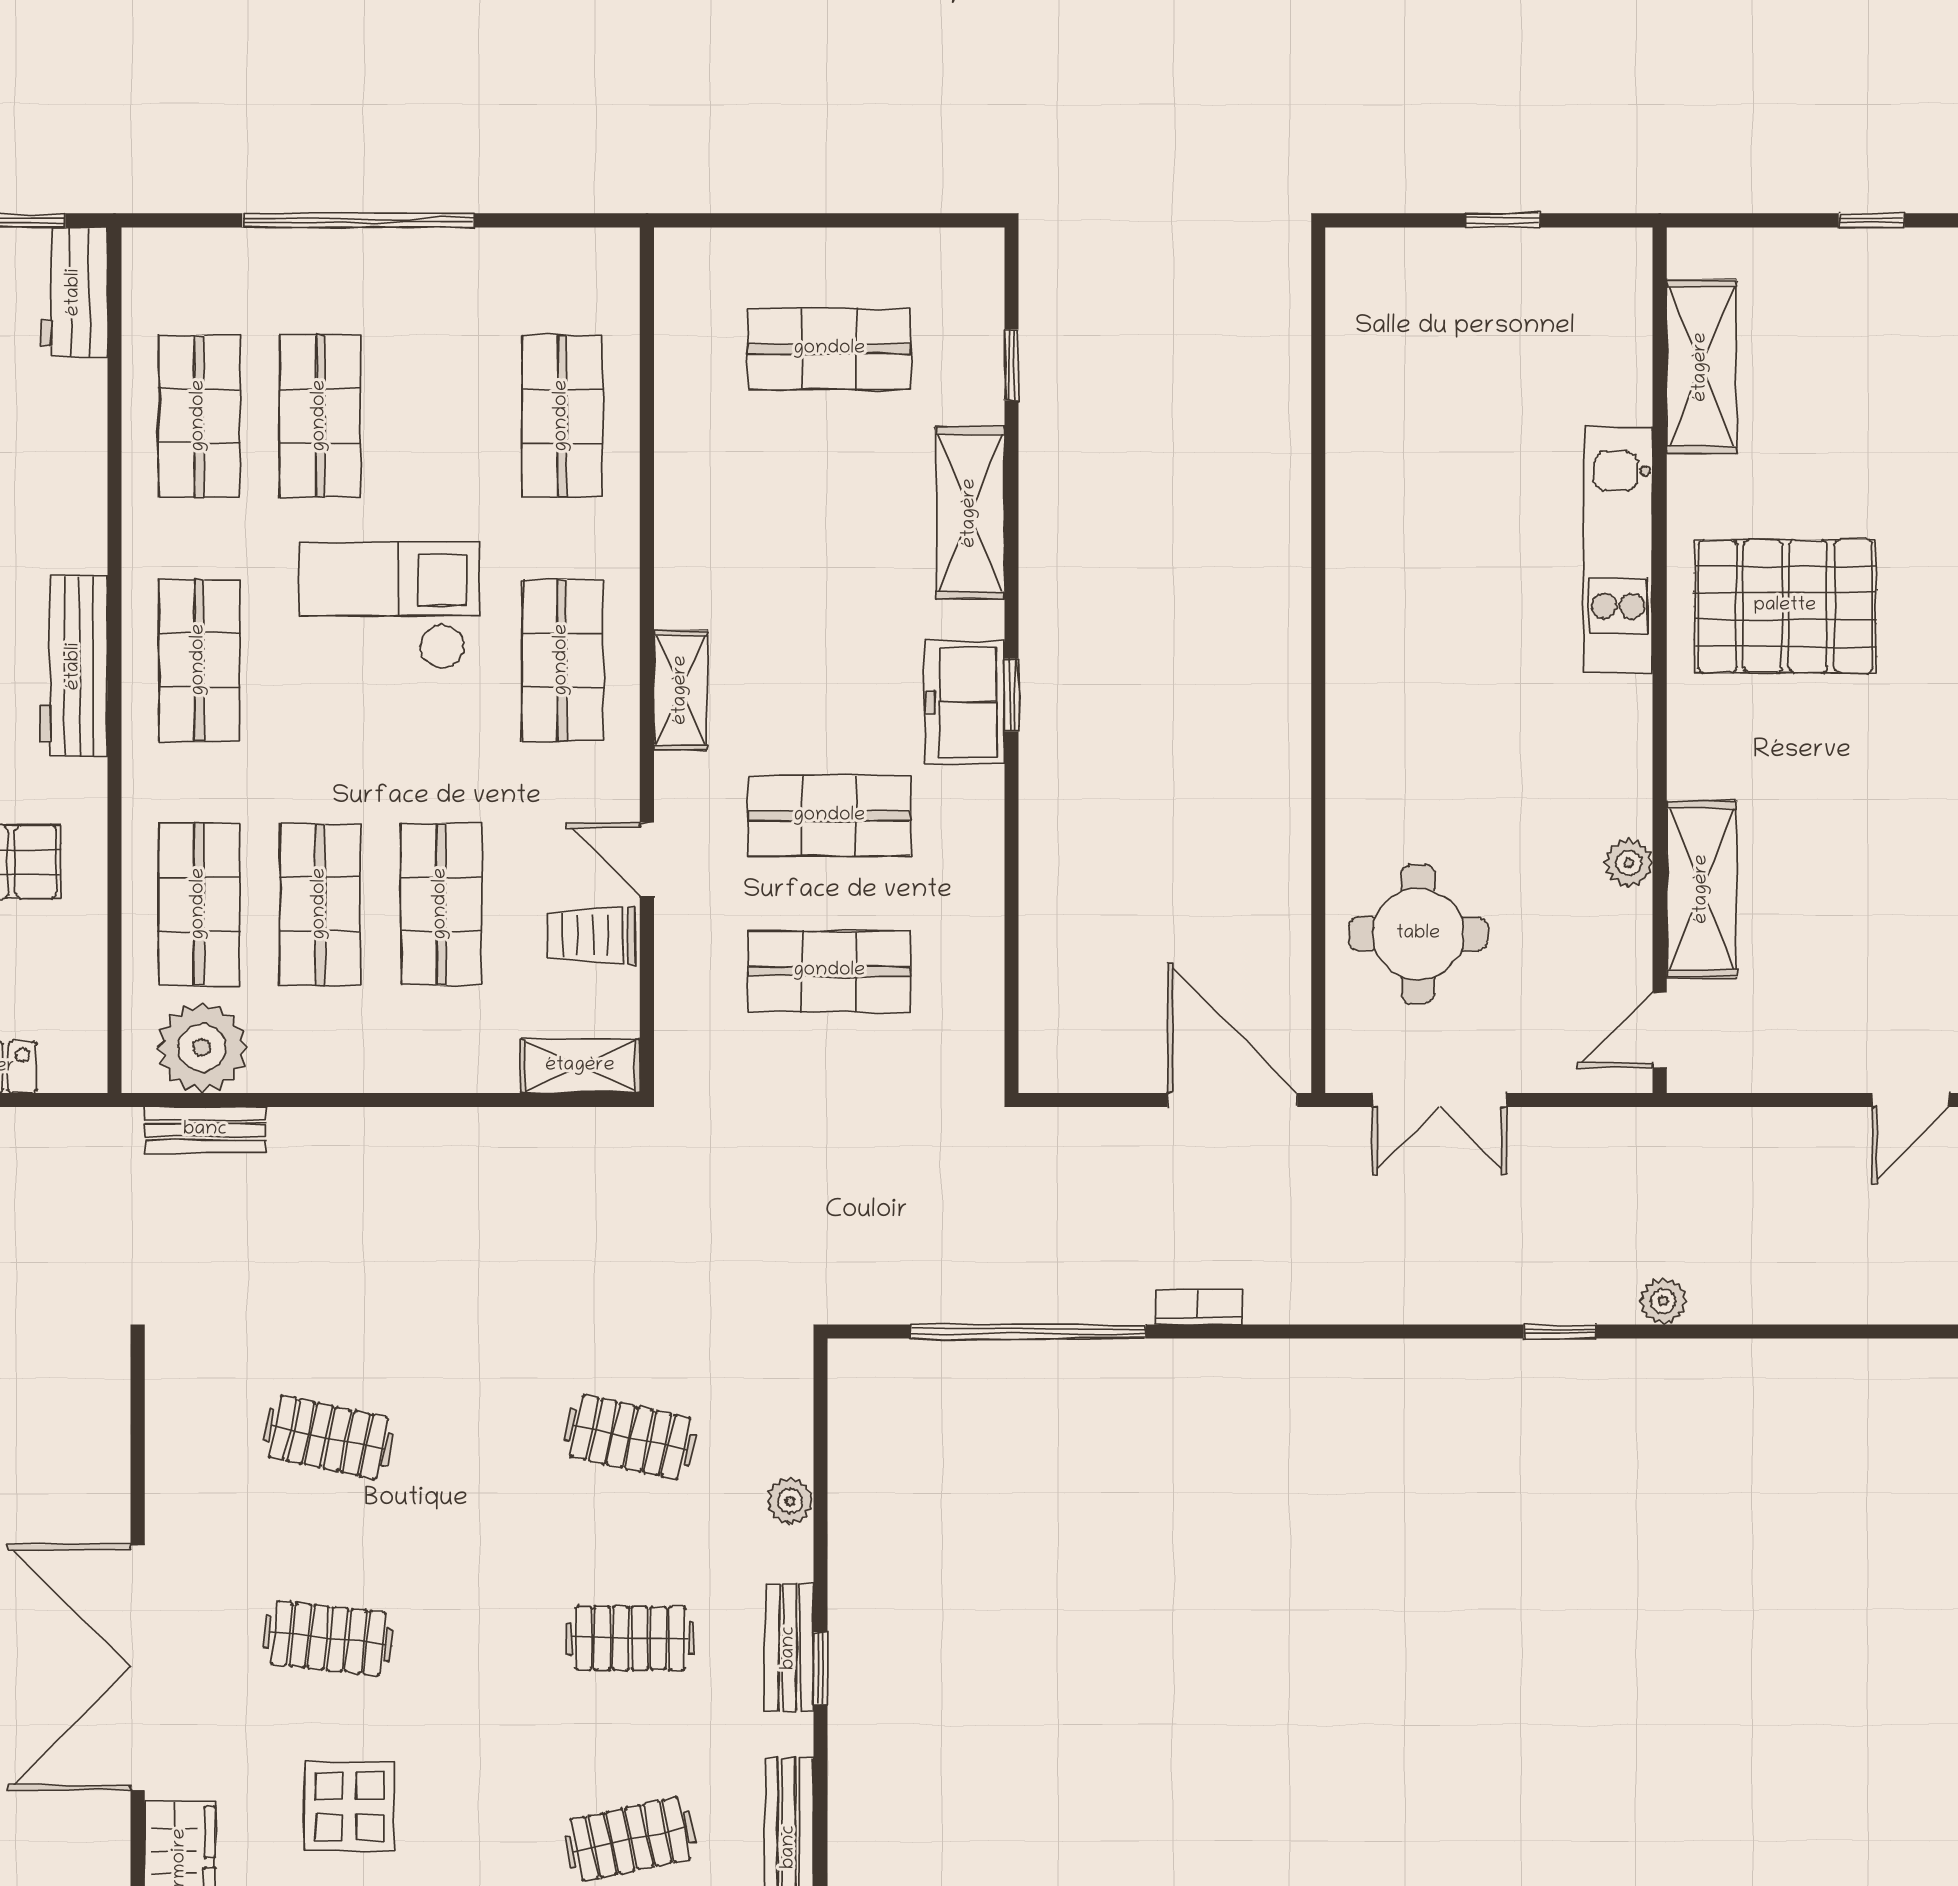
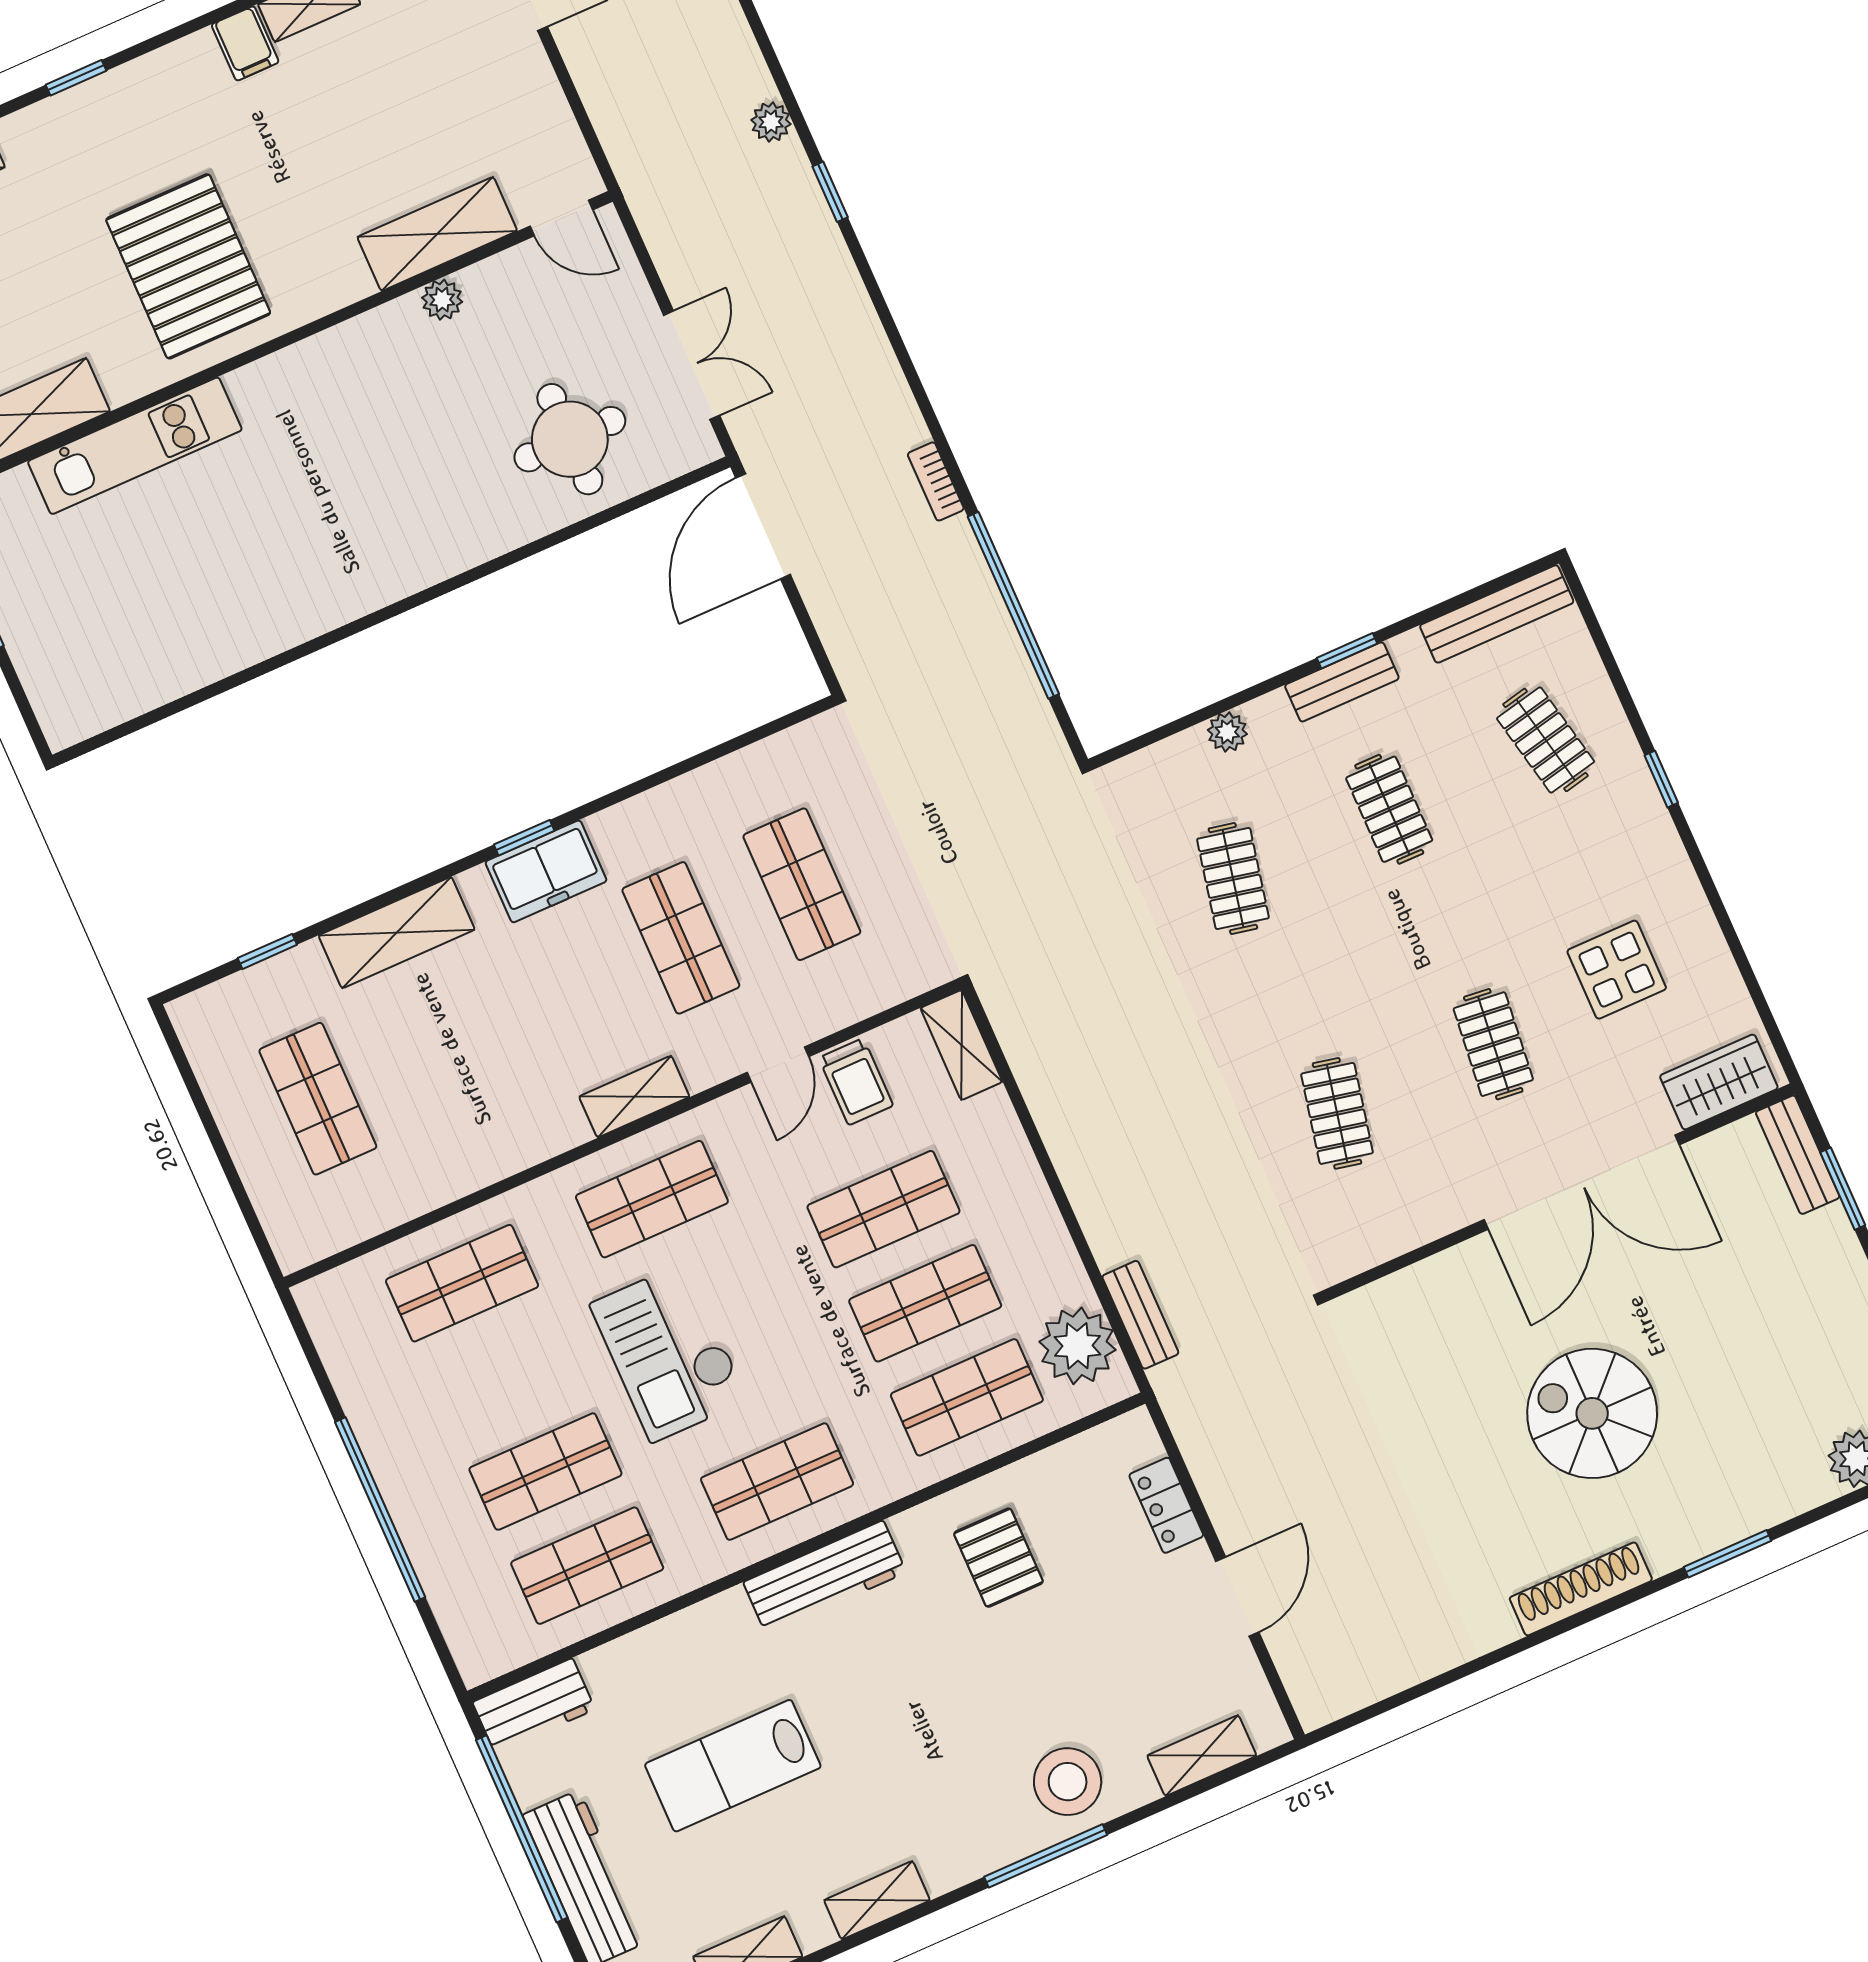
kitchen unit: (1618, 550) -> (135, 446), moved

